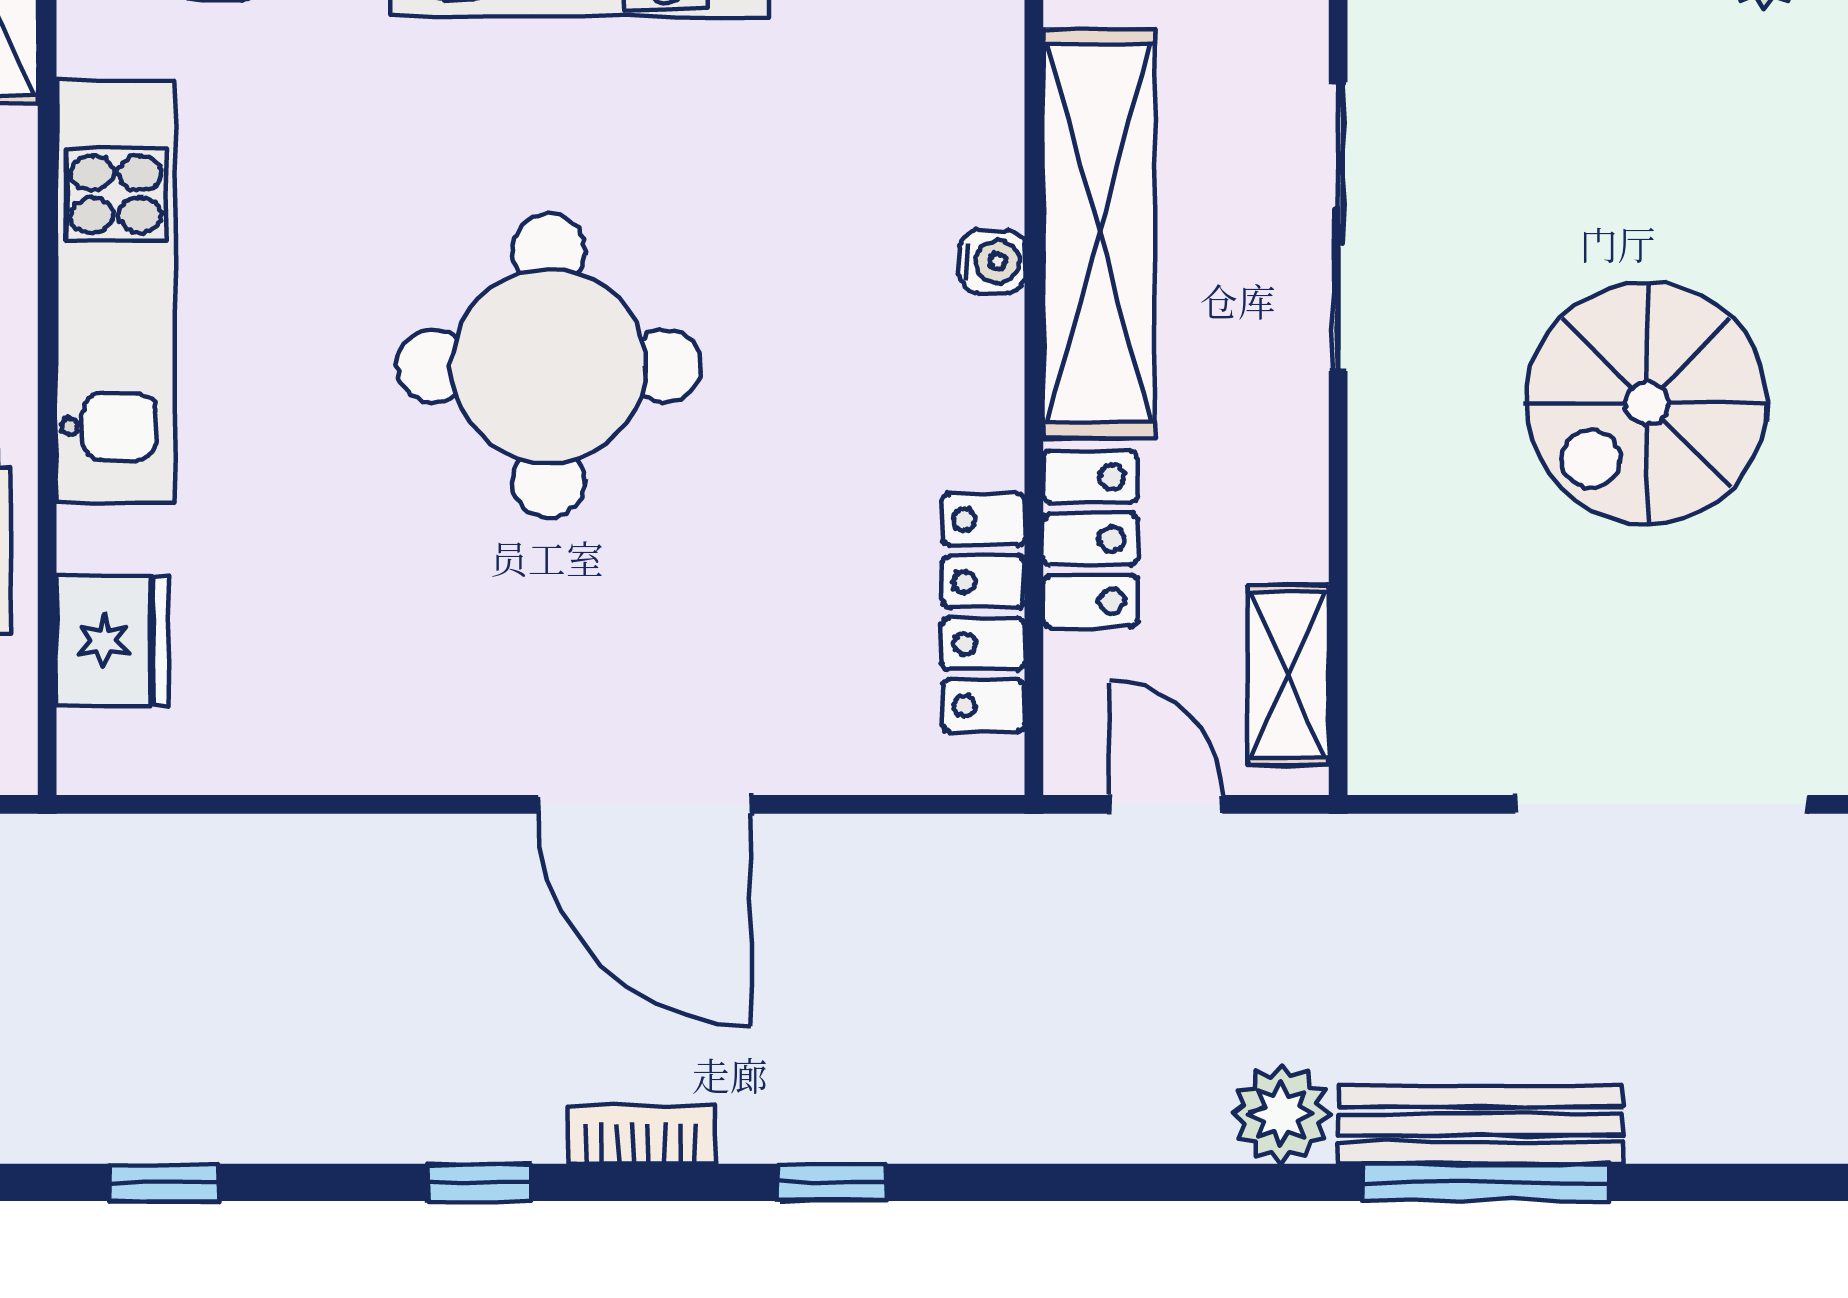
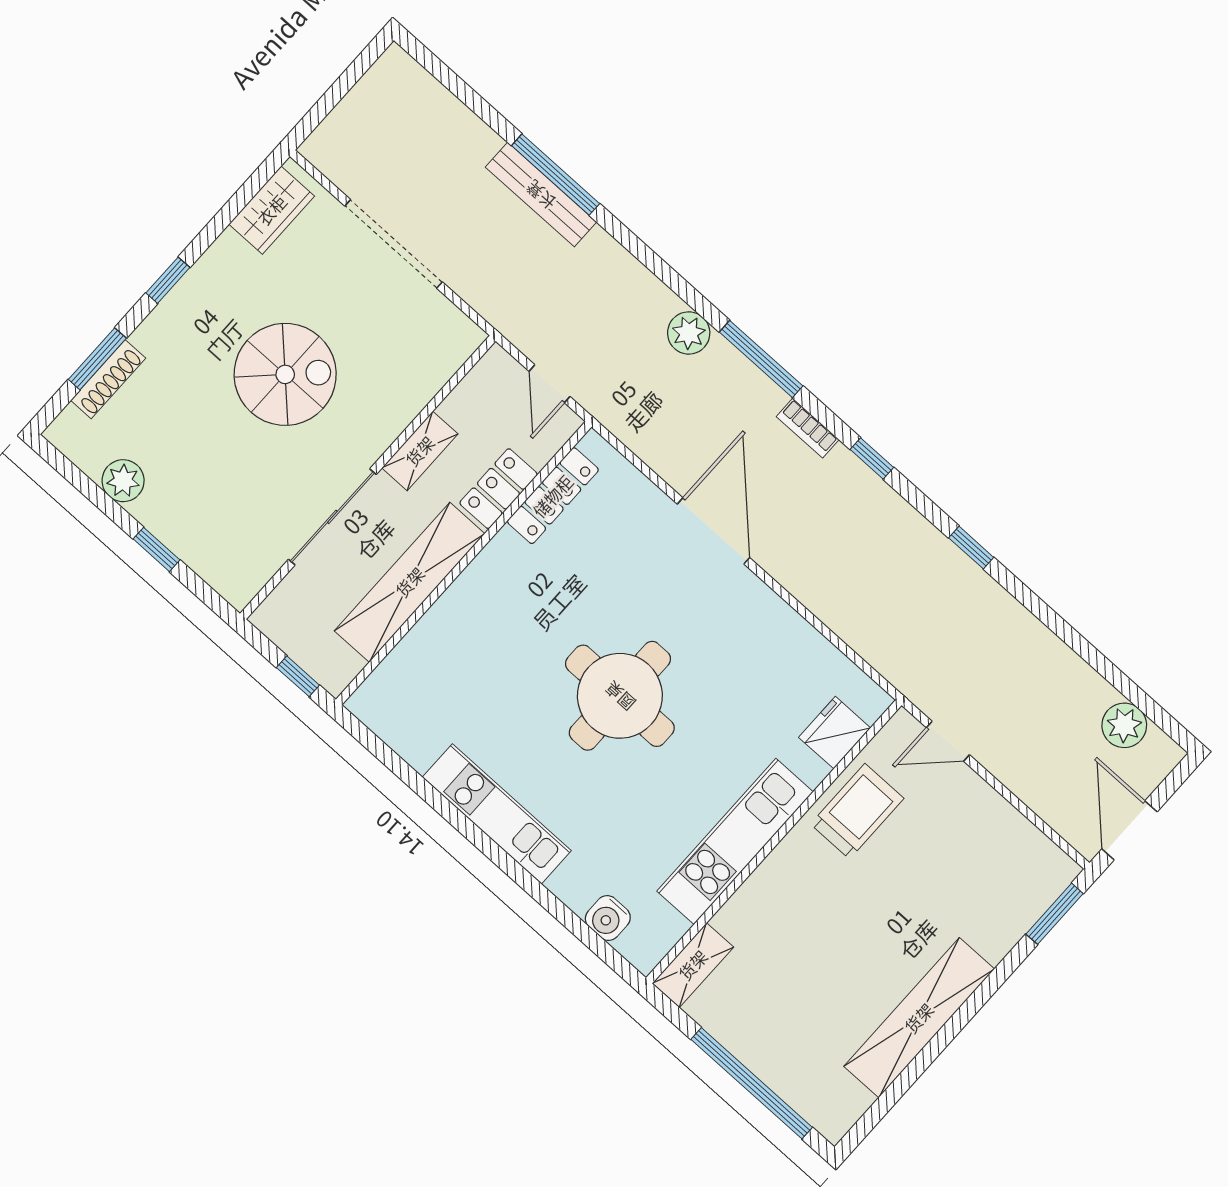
water cooler: (992, 261) -> (451, 603), removed
shelving: (1288, 675) -> (420, 451), moved
plant: (1281, 1114) -> (689, 333), moved
window: (833, 1182) -> (761, 359), width x2.17

